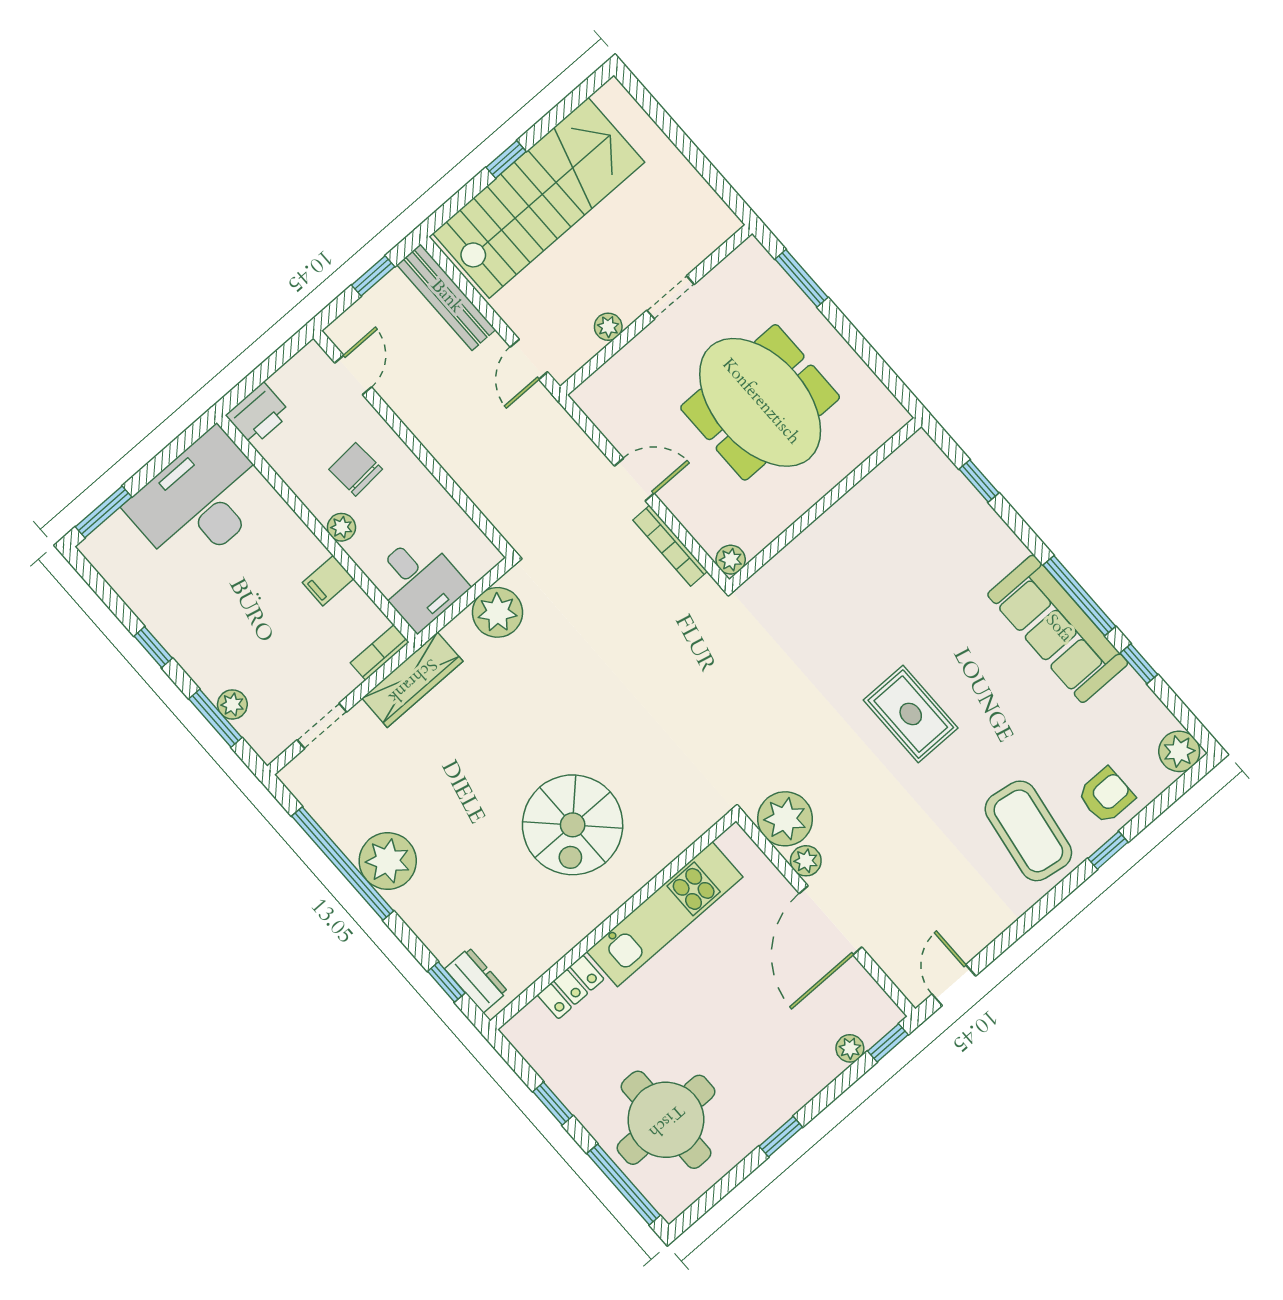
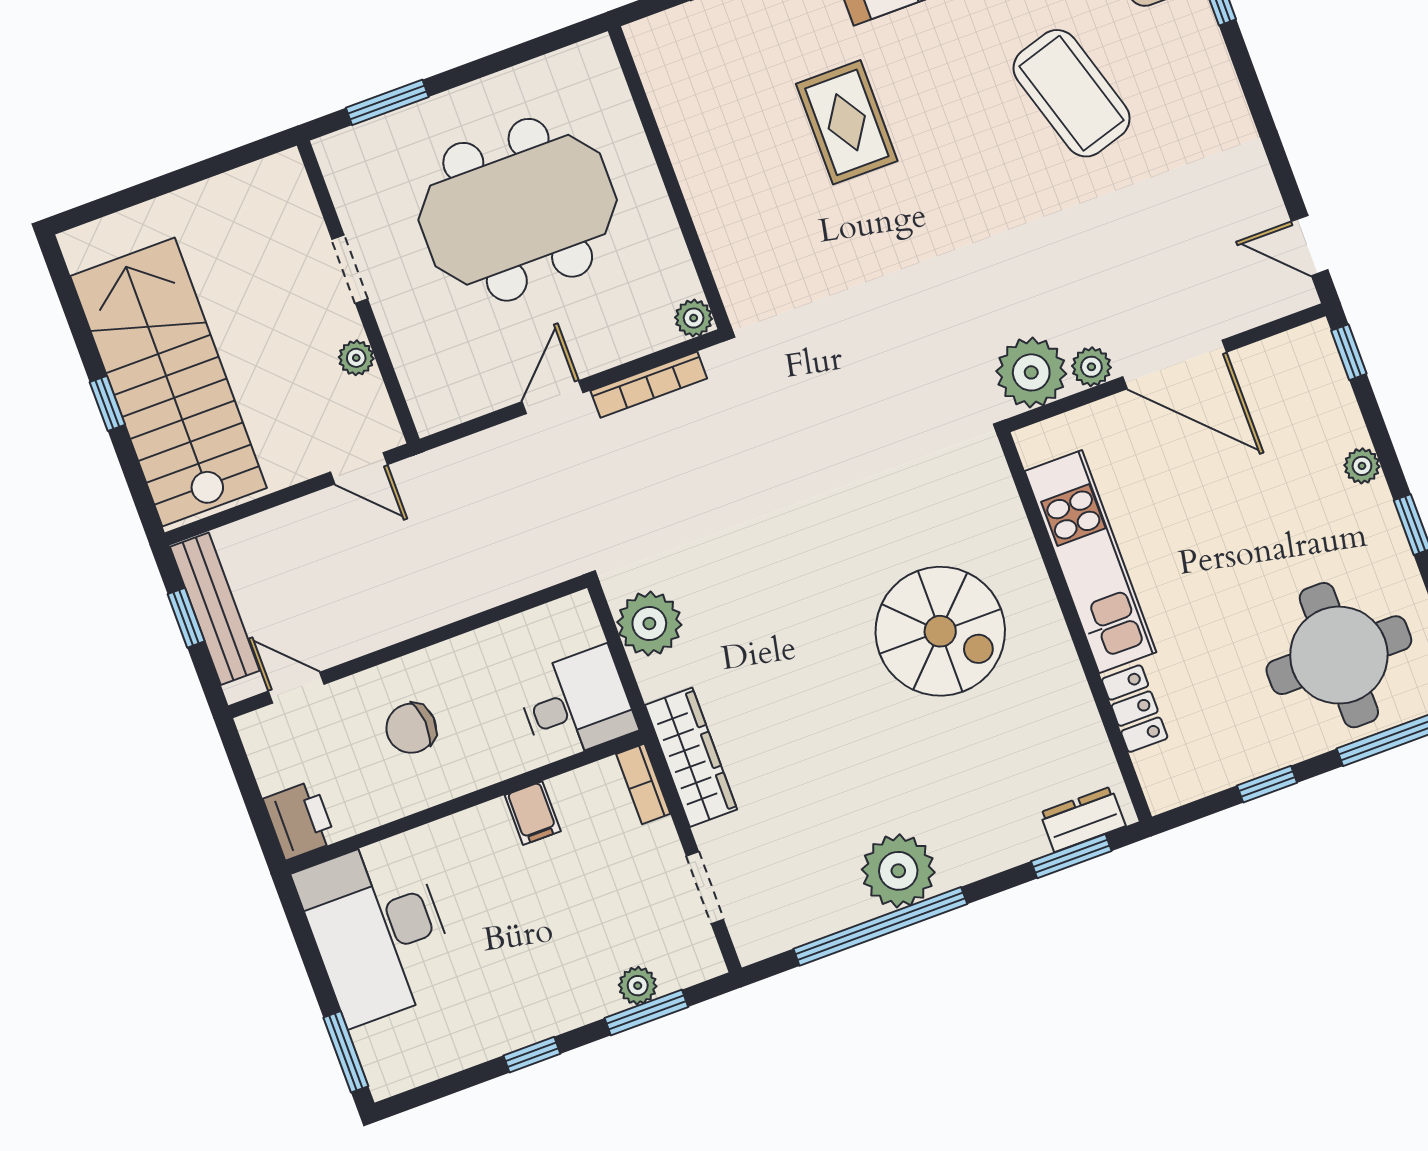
bench: (446, 297) -> (215, 609), moved, turned 90
plant: (341, 527) -> (474, 772), removed
rug: (911, 714) -> (847, 122), moved, turned 90
coffee table: (1028, 831) -> (1072, 93), moved, turned 64
window: (446, 982) -> (1071, 856), width x1.50
plant: (850, 1048) -> (1362, 466), moved

